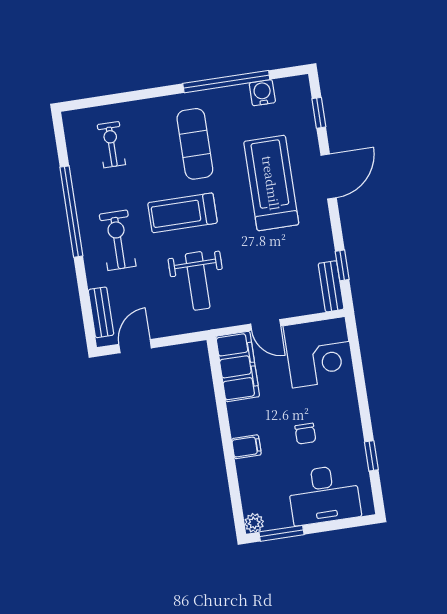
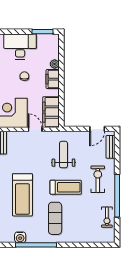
exercise bike: (111, 145) -> (107, 217), moved
exercise bike: (118, 240) -> (98, 179), turned 180
filing cabinet: (246, 447) -> (53, 79), width x2.00
plant: (254, 523) -> (55, 64), moved

